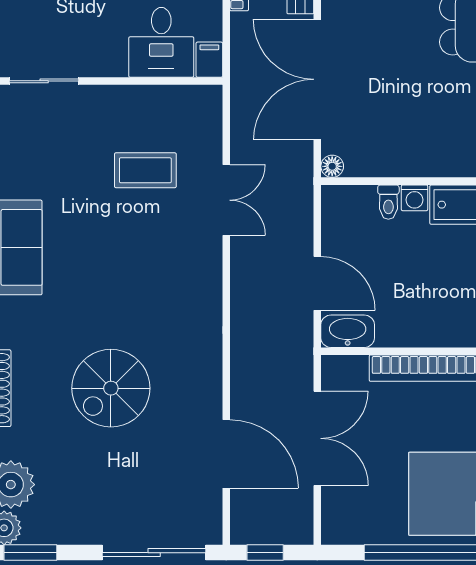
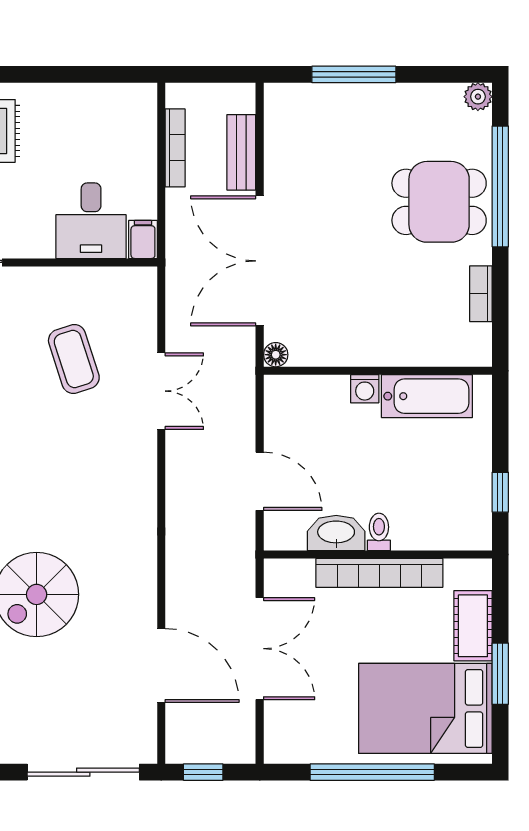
coffee table: (145, 170) -> (74, 359), turned 72
toilet: (388, 202) -> (379, 532), moved, turned 180
washbasin: (348, 331) -> (336, 533), moved

